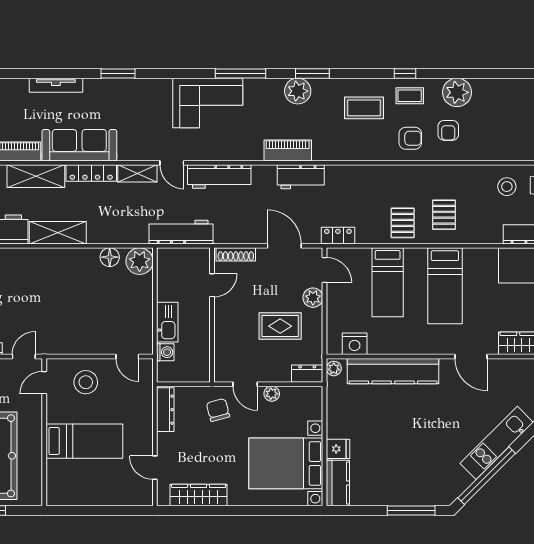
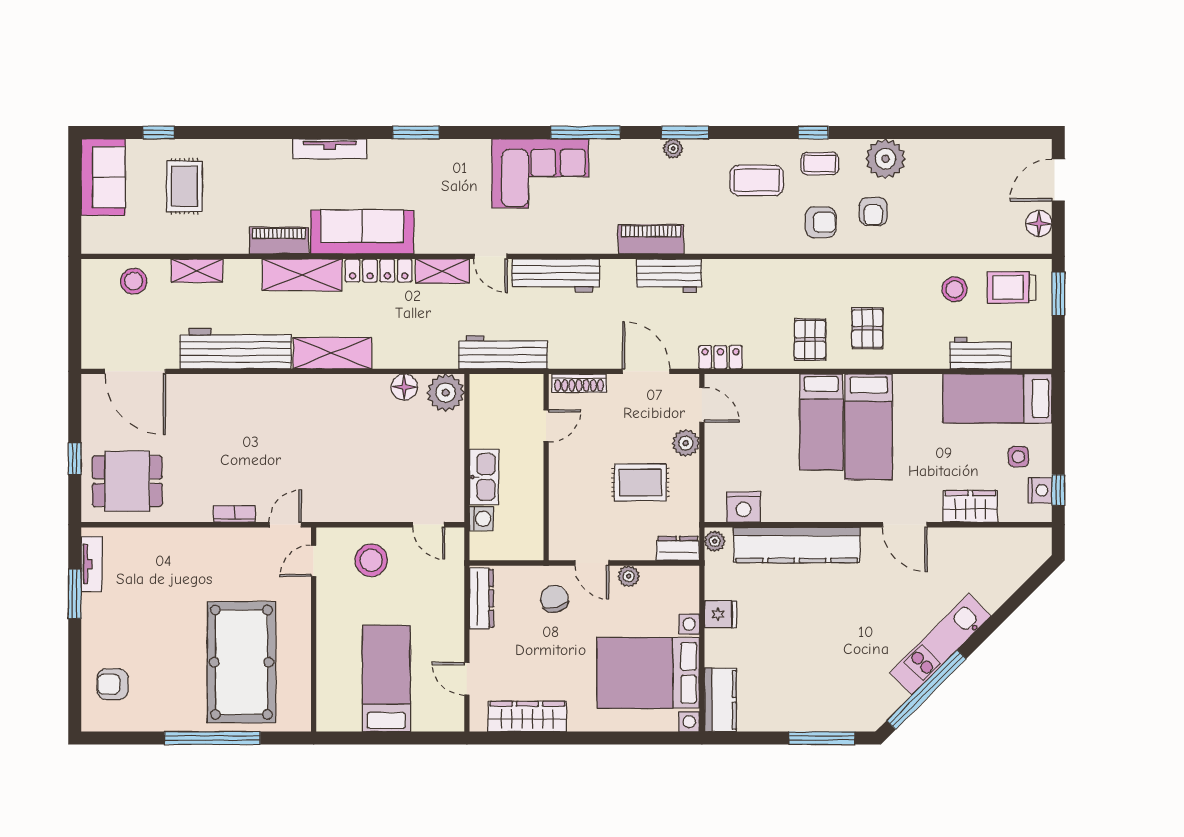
plant: (298, 91) -> (673, 149), width x0.53, depth x0.53
bed: (388, 282) -> (821, 422), moved
bed: (84, 441) -> (386, 679), moved, turned -90
fridge: (338, 449) -> (721, 614), moved

